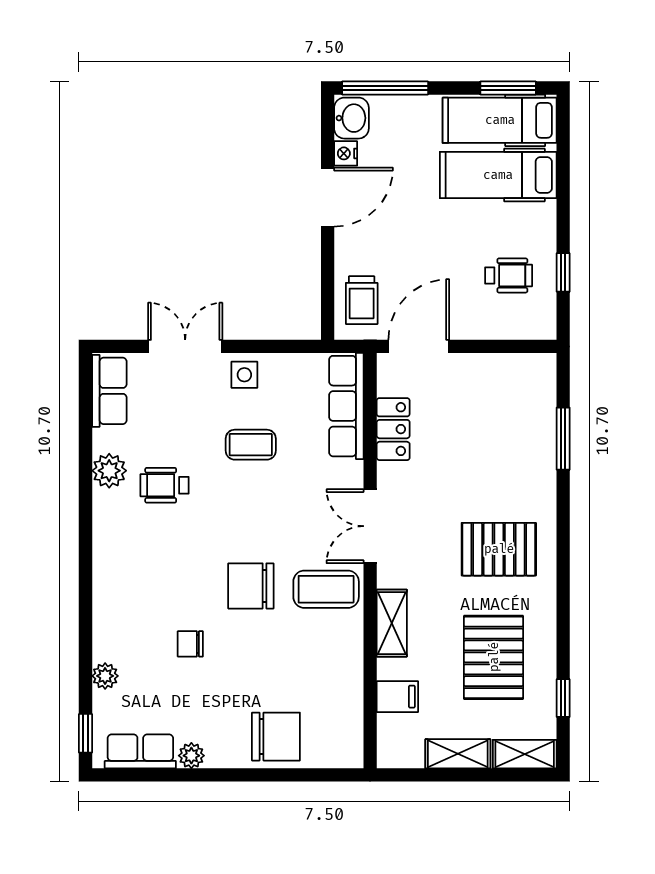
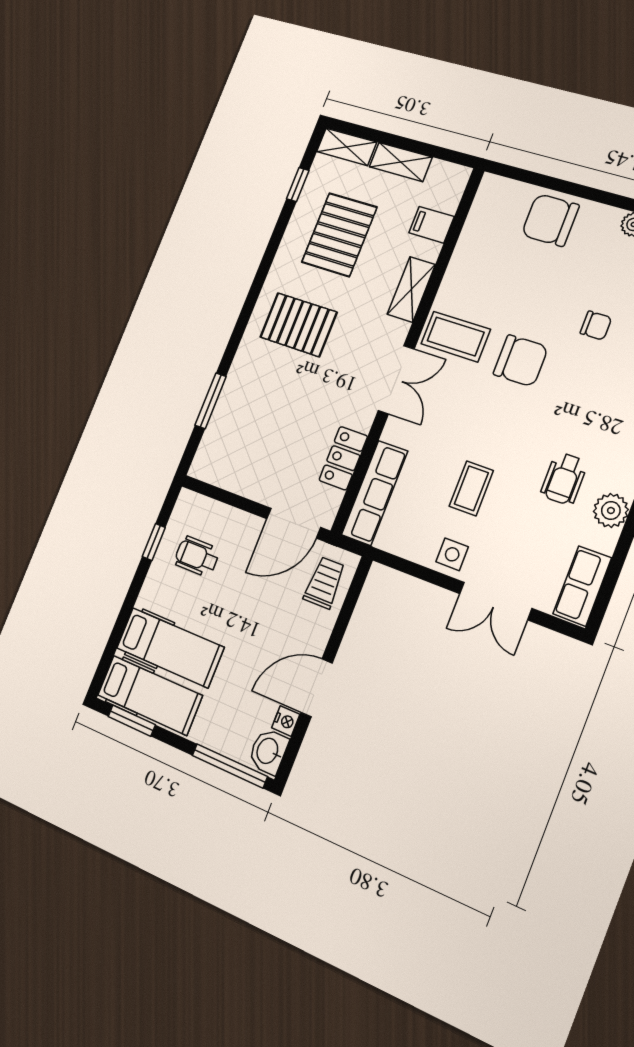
coffee table: (251, 445) -> (471, 488), turned 90
wheelchair: (165, 485) -> (564, 479), turned 90

